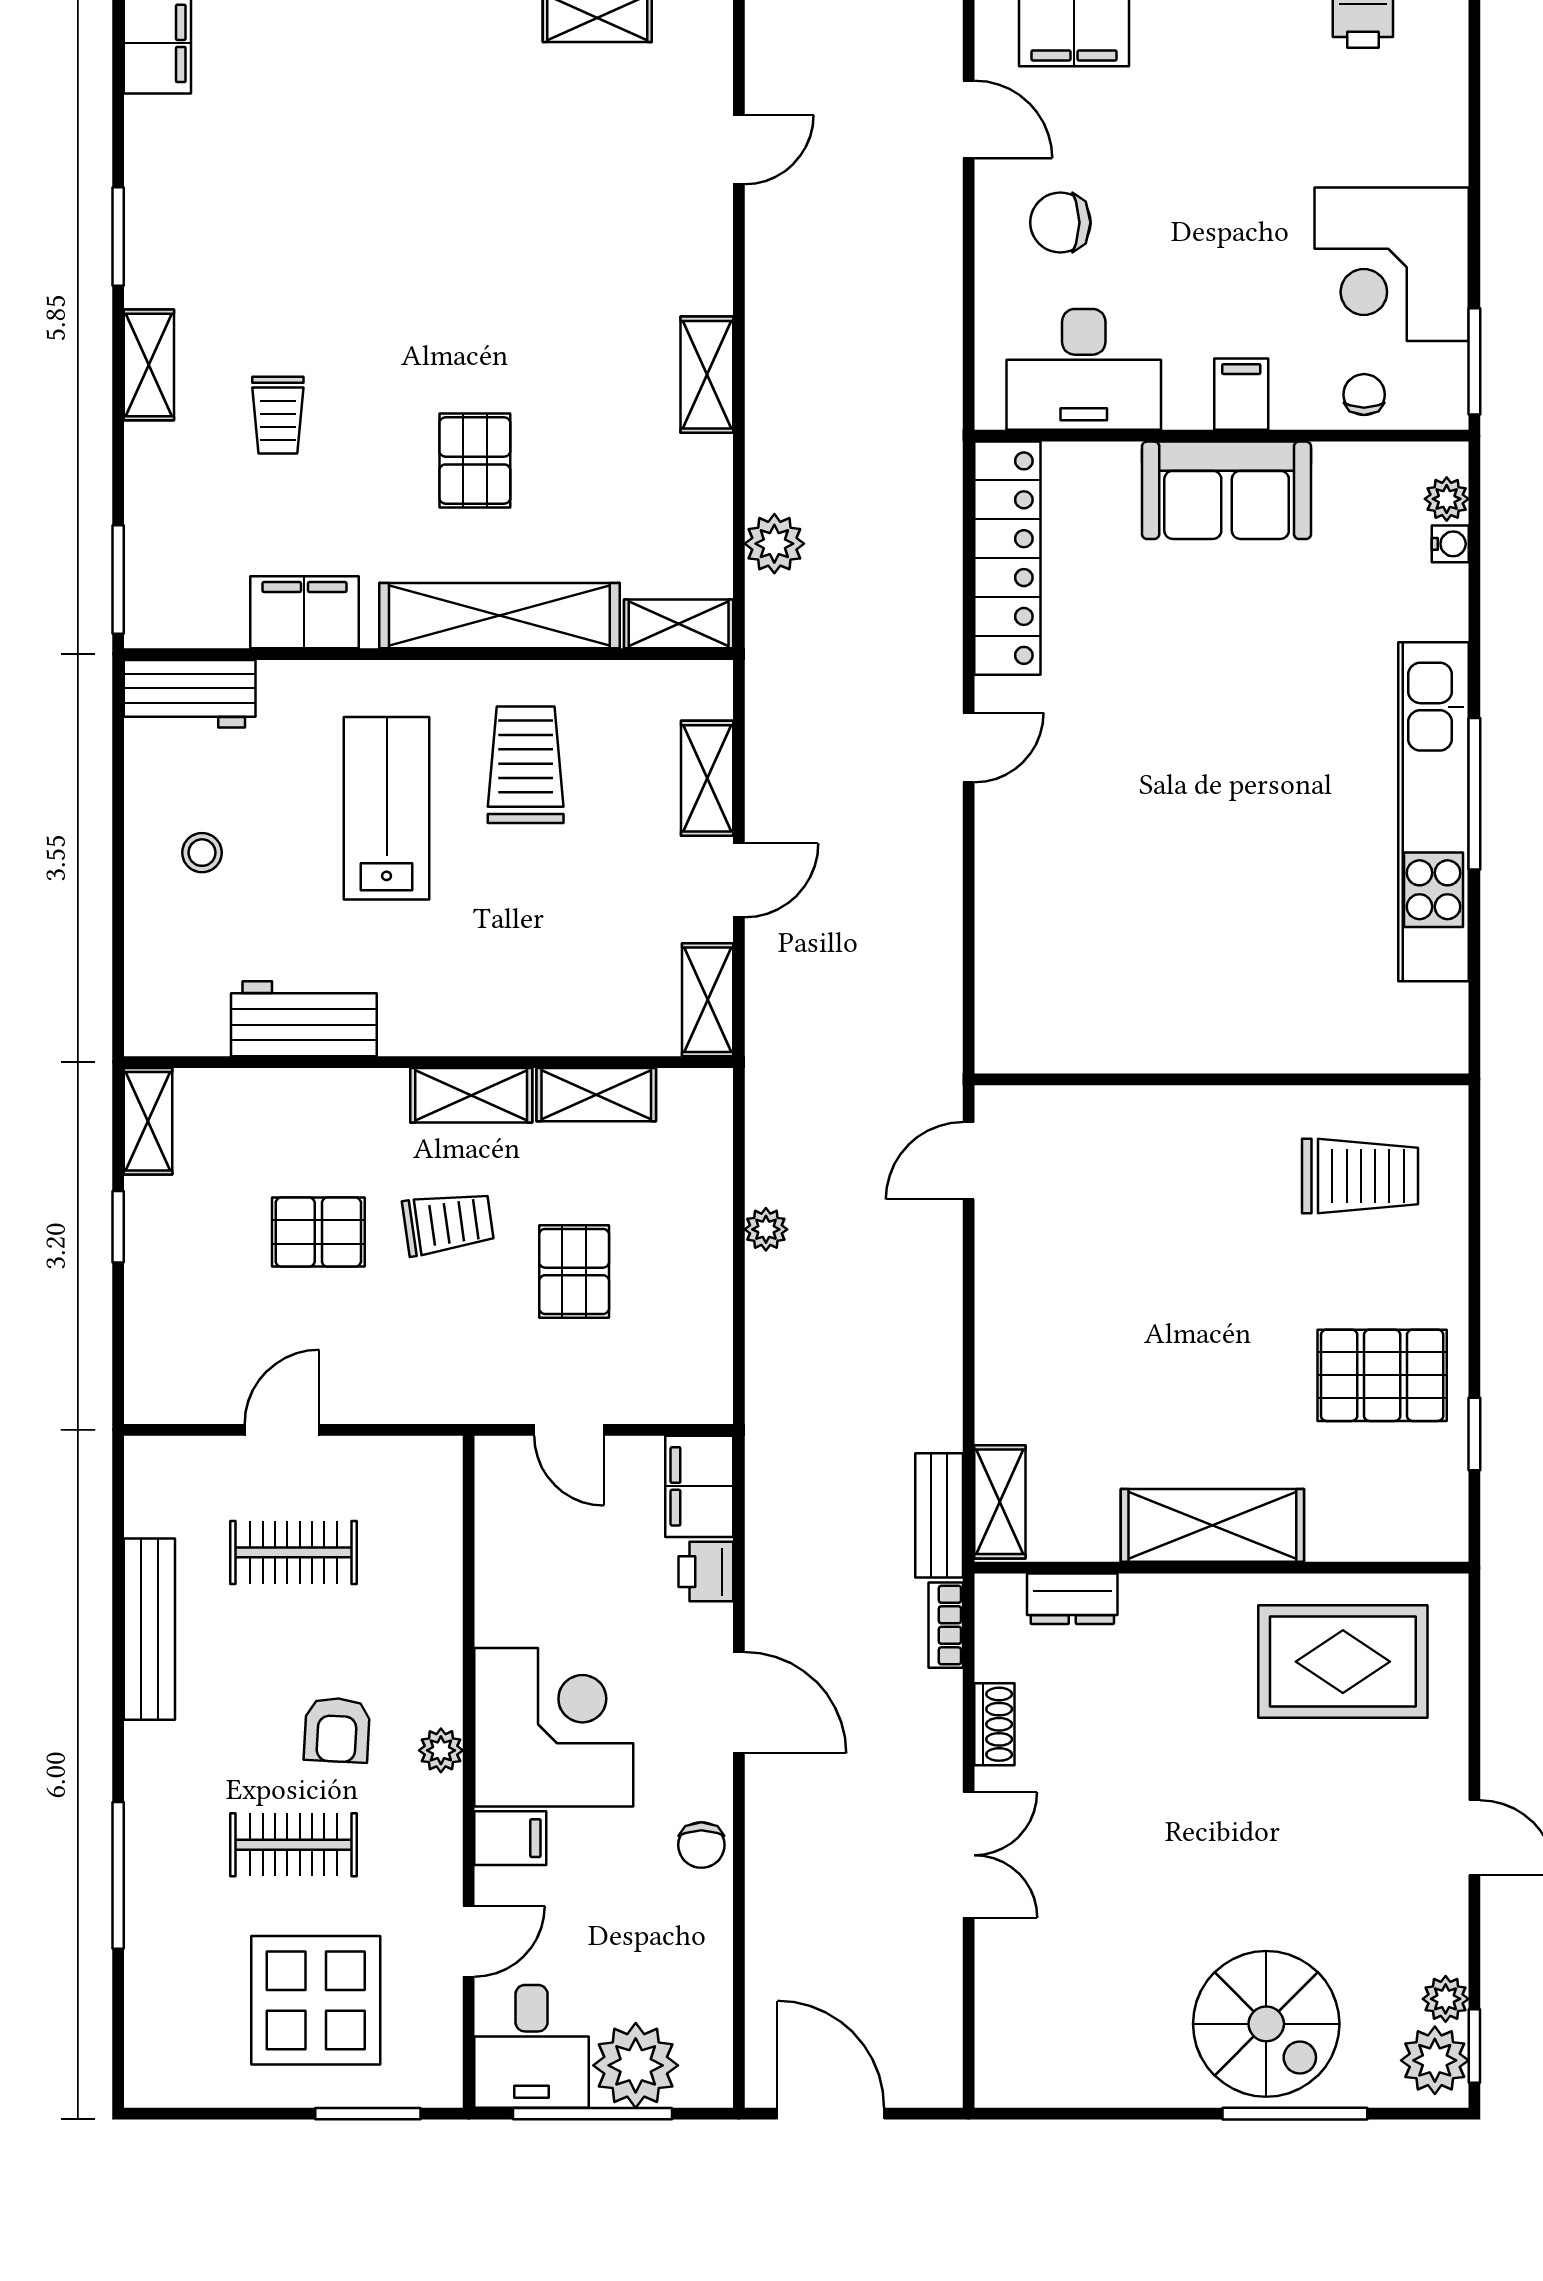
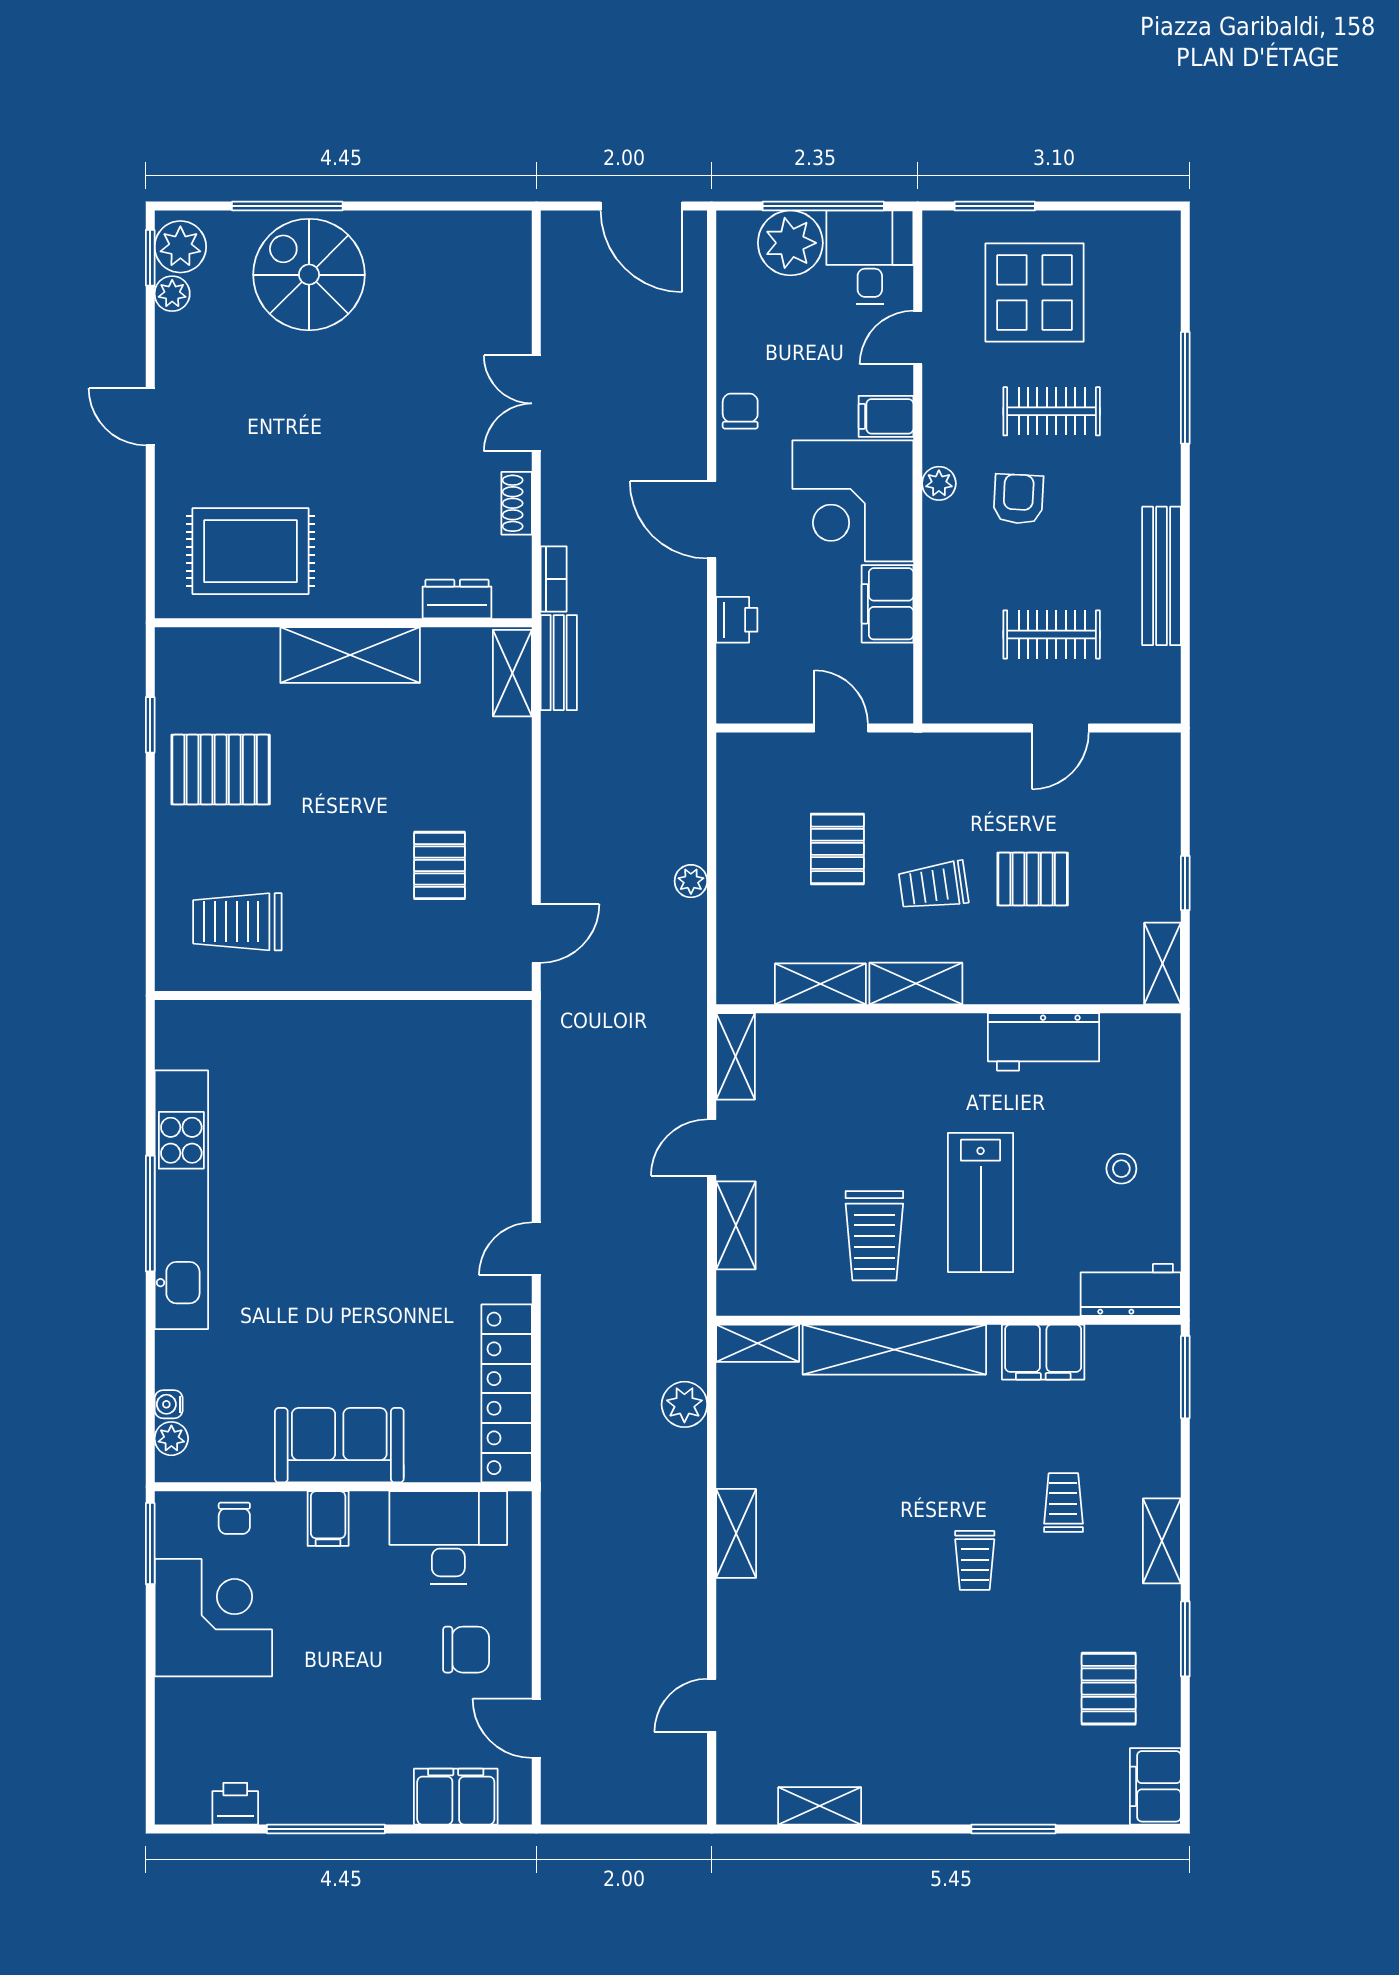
trolley: (394, 339) -> (975, 1560), added
pallet: (475, 461) -> (1109, 1689), moved
pallet: (1095, 1250) -> (439, 865), added
filing cabinet: (699, 1486) -> (888, 604), moved, turned 180

